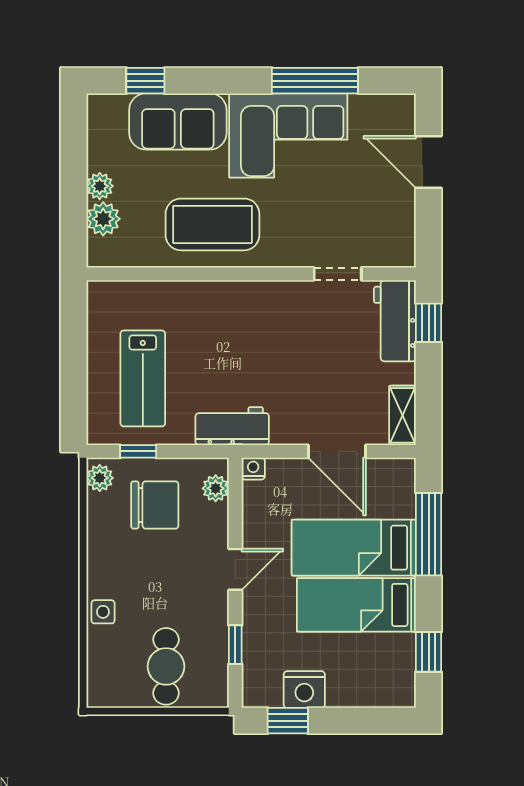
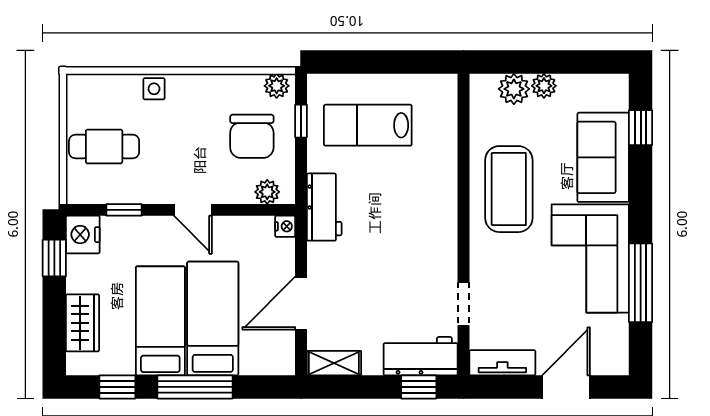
tv unit: (402, 232) -> (502, 363), added
window: (429, 534) -> (195, 387), moved
nightstand: (304, 690) -> (83, 235), moved
wardrobe: (359, 690) -> (83, 323), added

